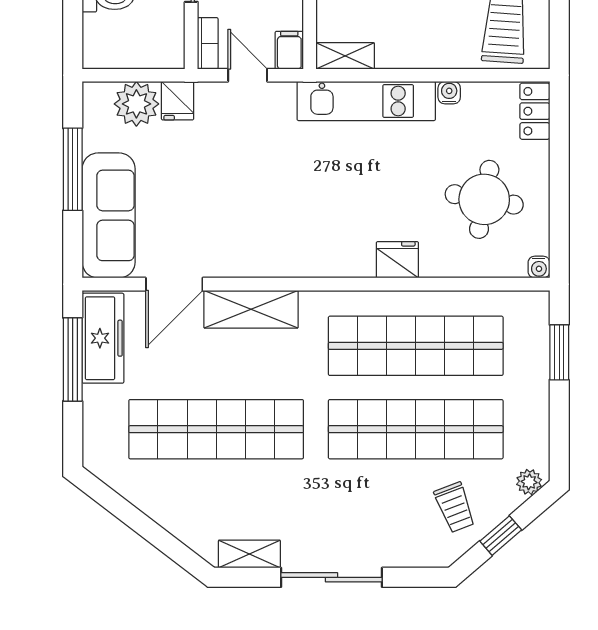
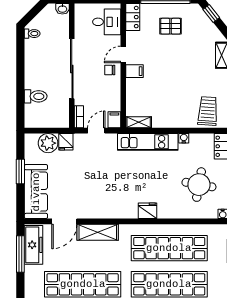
door: (248, 75) -> (96, 131), hinge flipped
window: (73, 169) -> (20, 172), width x0.69
fridge: (397, 260) -> (148, 211), moved

